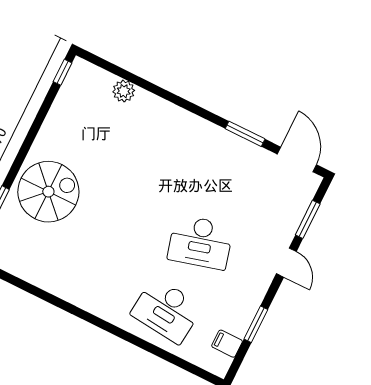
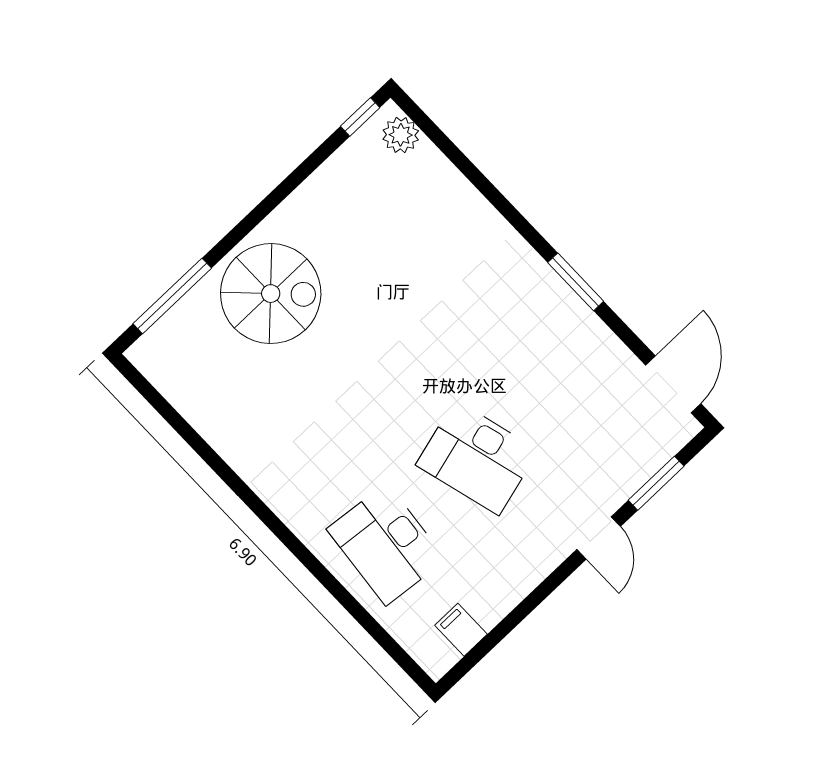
plant: (124, 91) -> (401, 135), moved
window: (245, 134) -> (576, 282), moved
window: (256, 324) -> (517, 616), removed

